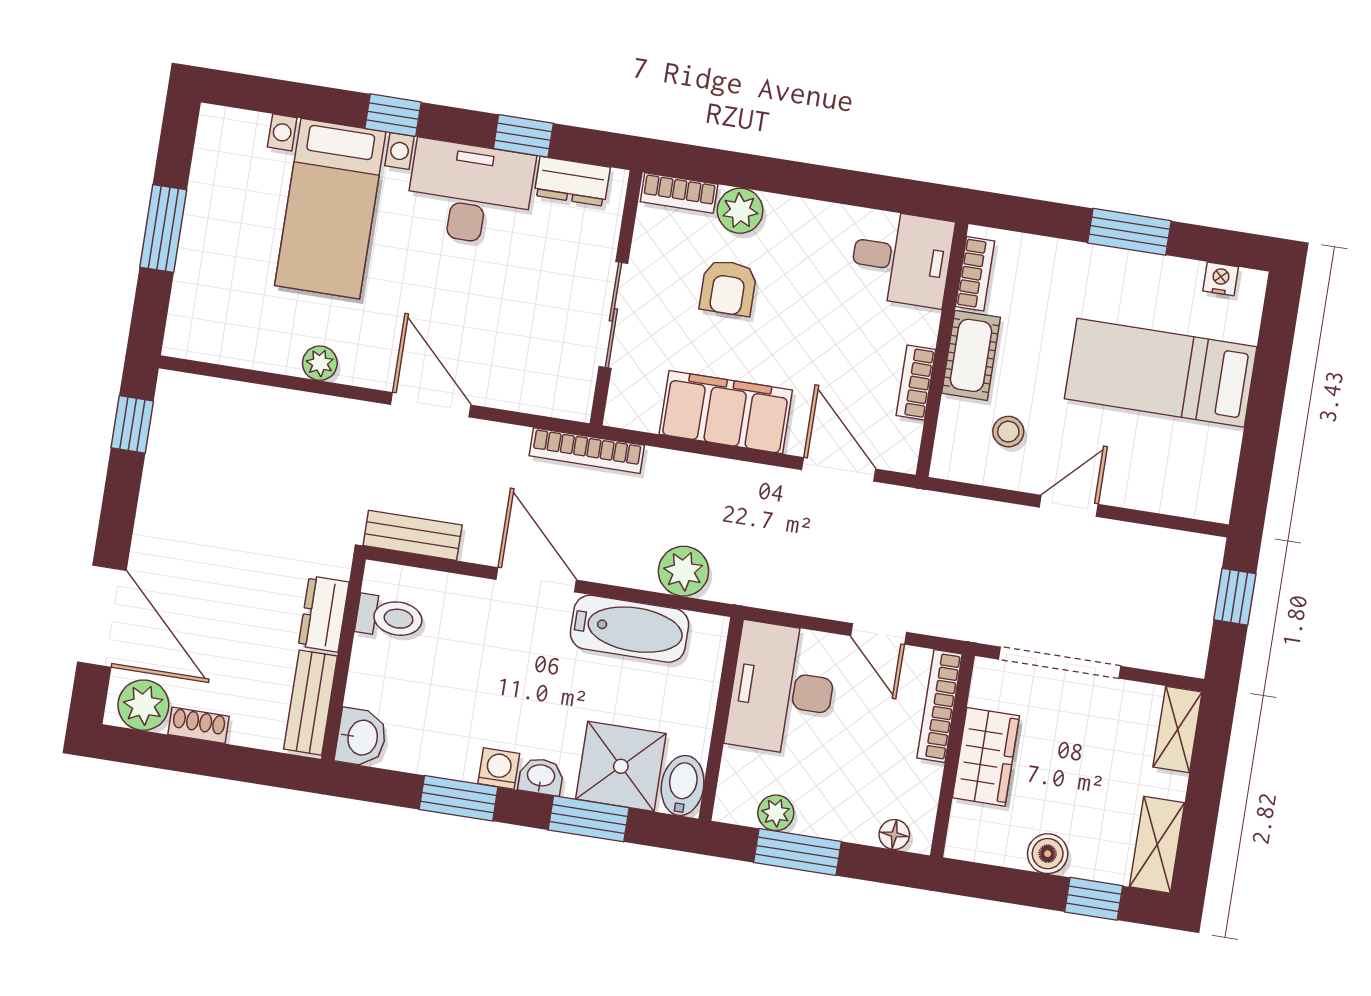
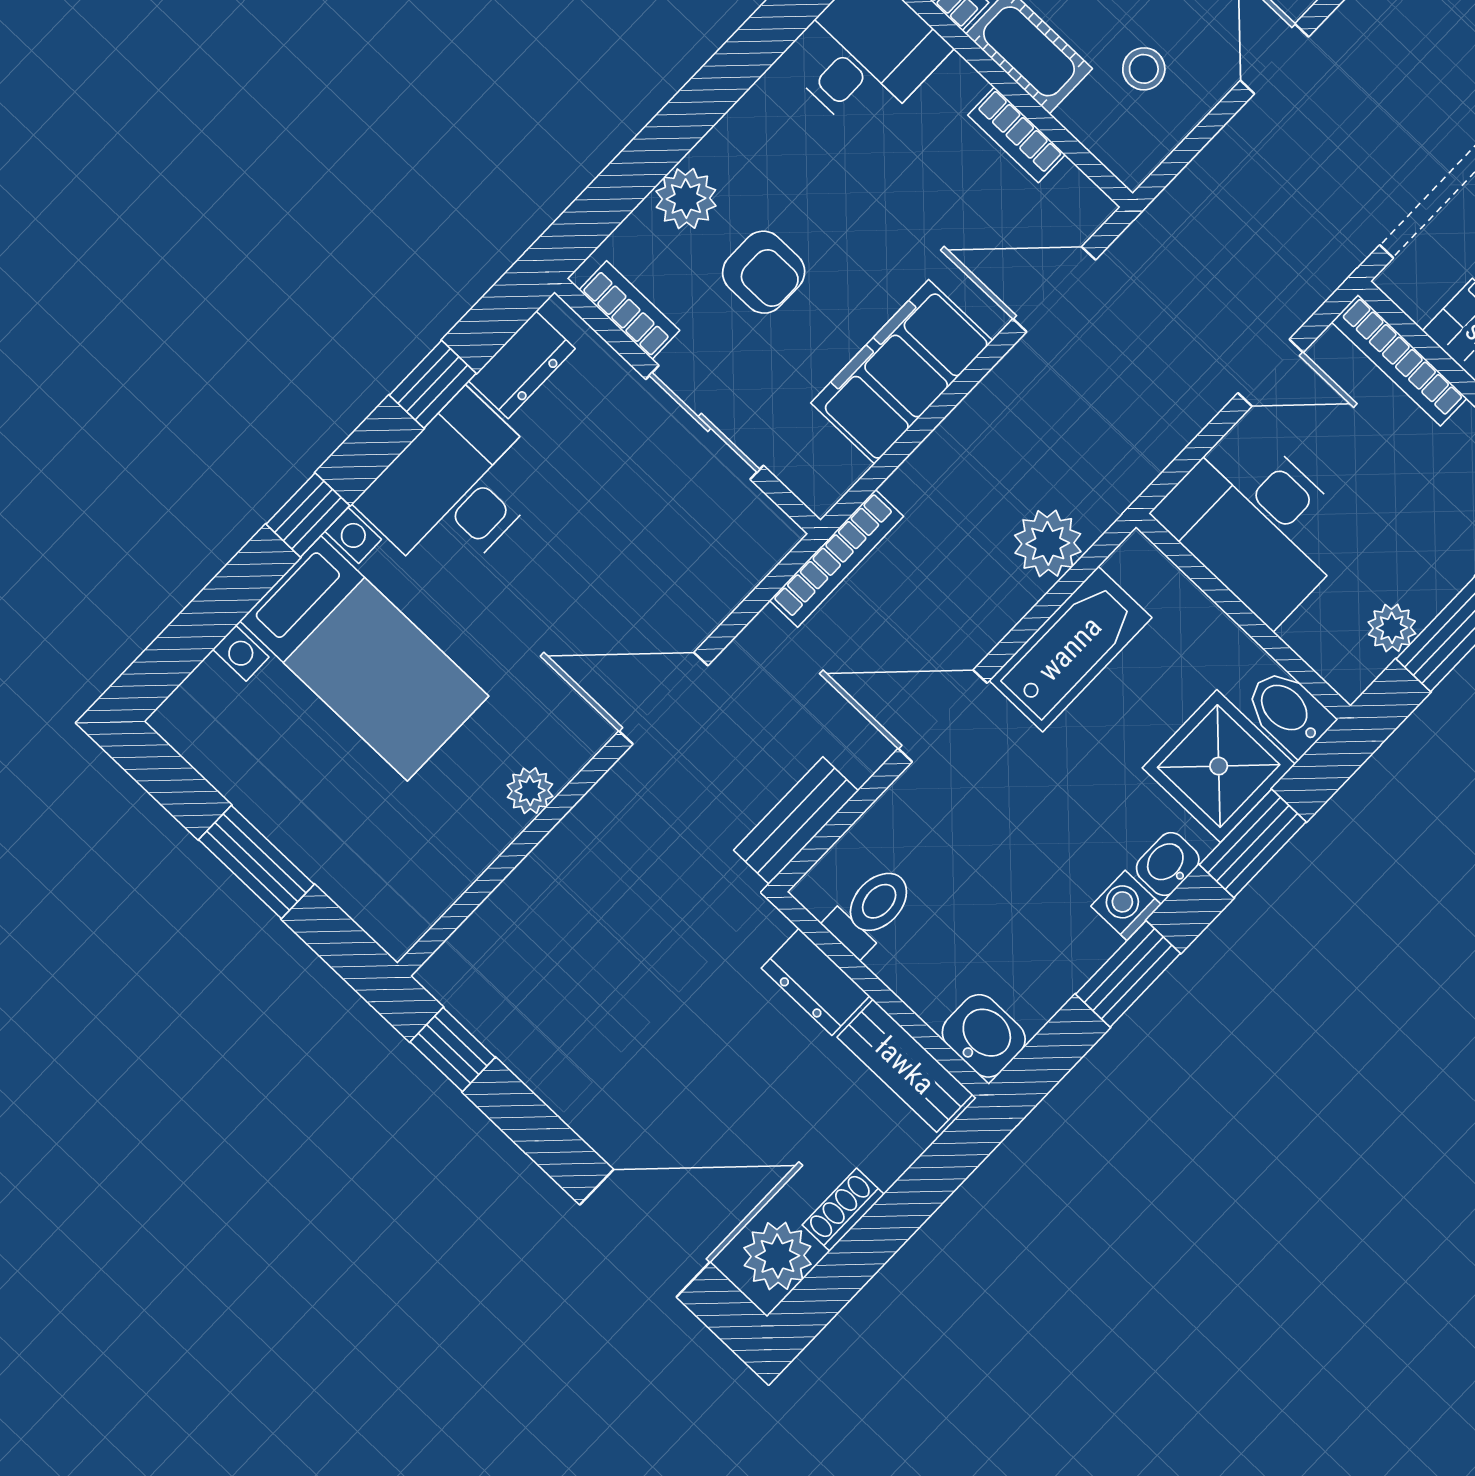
bookcase: (679, 193) -> (629, 310), moved, turned -90

